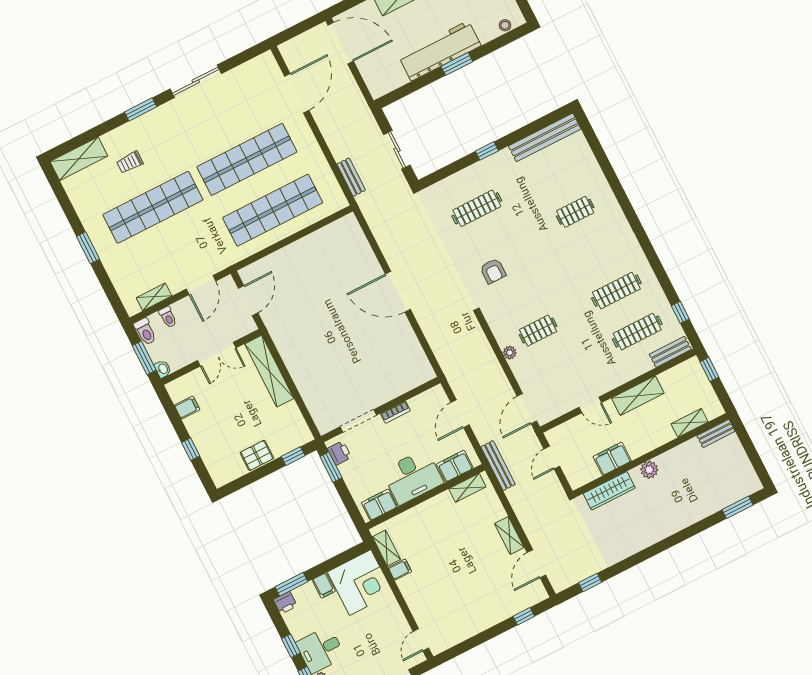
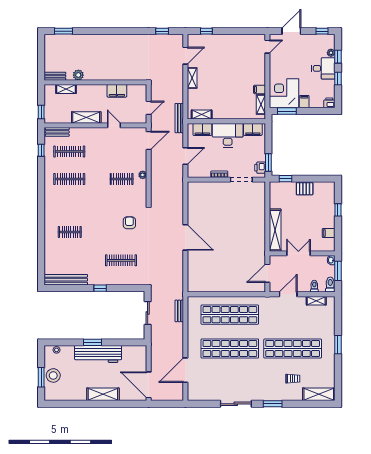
plant: (649, 470) -> (78, 75), moved
wardrobe: (609, 491) -> (127, 75), removed
window: (291, 584) -> (287, 111), moved

